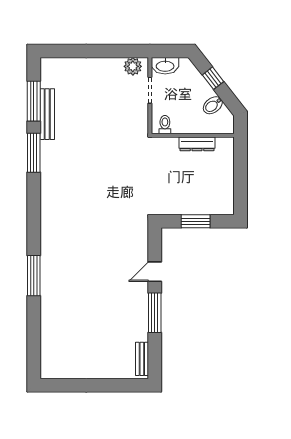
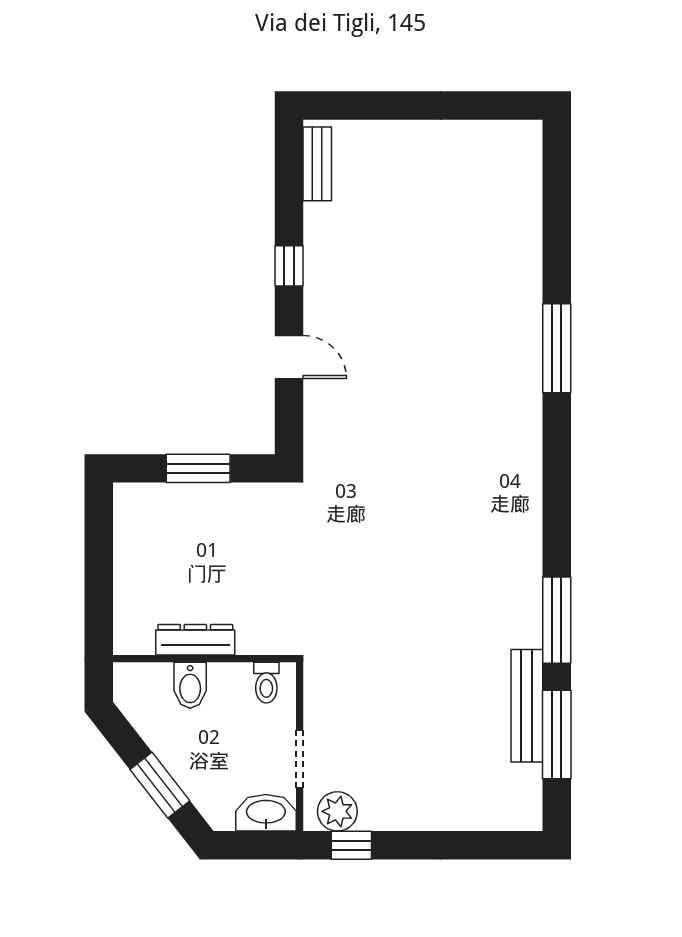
window: (126, 51) -> (351, 845), added
window: (213, 78) -> (160, 785), width x1.50
bidet: (213, 105) -> (190, 685), moved, turned 128
door: (155, 272) -> (289, 357), hinge flipped
window: (155, 313) -> (289, 266), width x0.46

